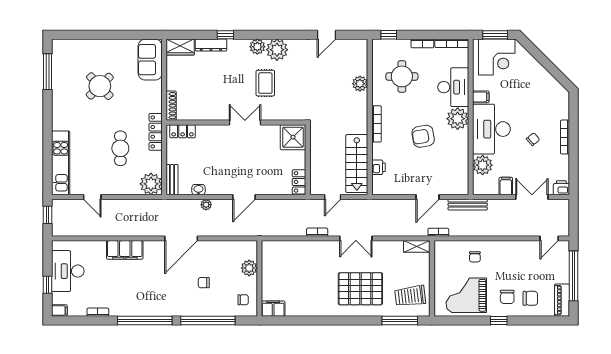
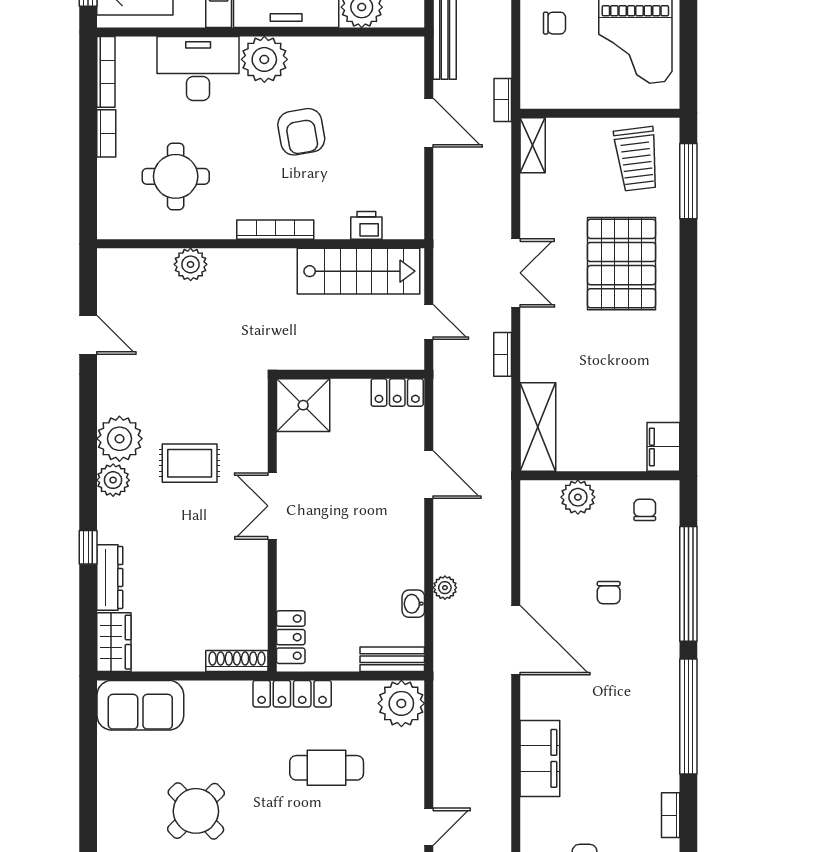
window: (389, 35) -> (88, 204), removed
door: (244, 197) -> (429, 475), moved
shelving: (283, 249) -> (538, 427), added

